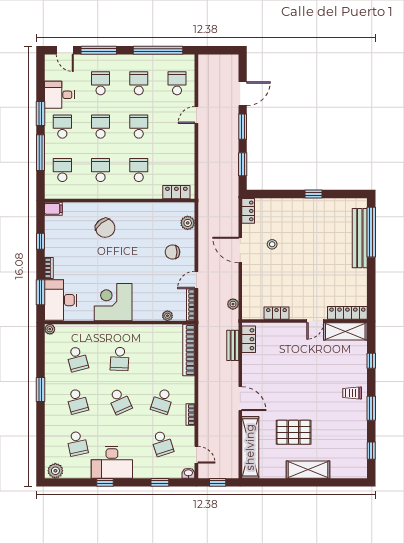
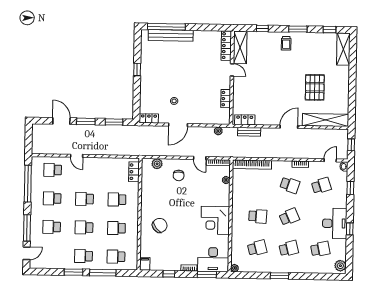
desk: (59, 95) -> (60, 258), removed
shelving: (308, 470) -> (343, 49), moved

